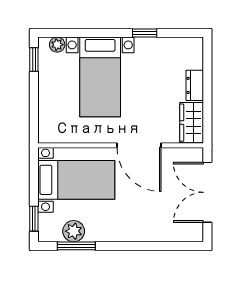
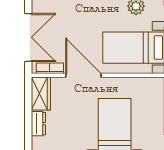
bookcase: (180, 154) -> (50, 68), added

